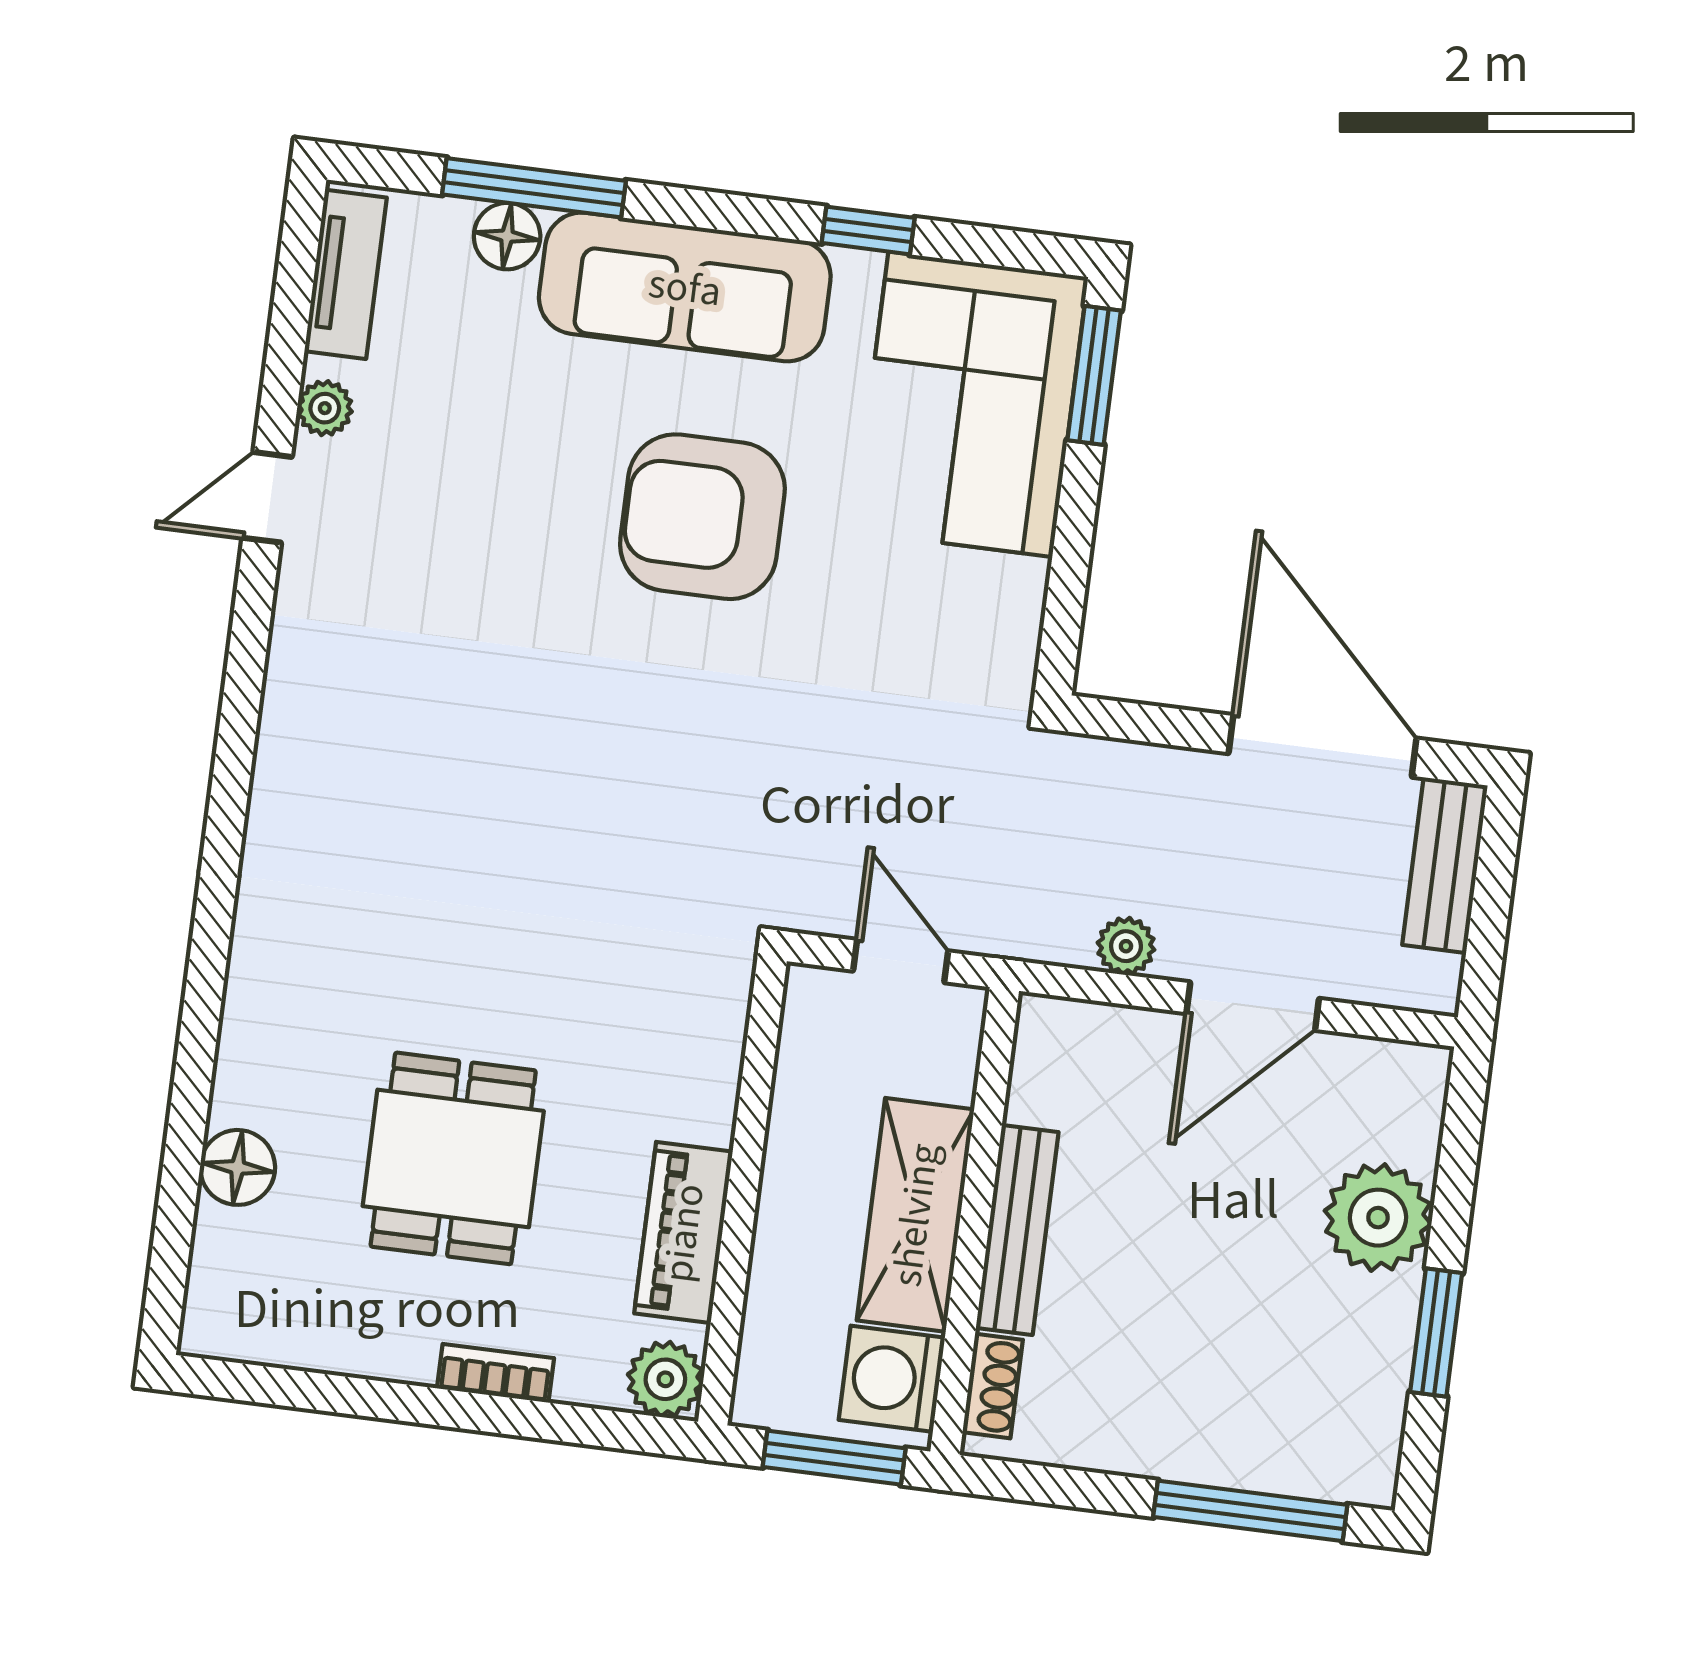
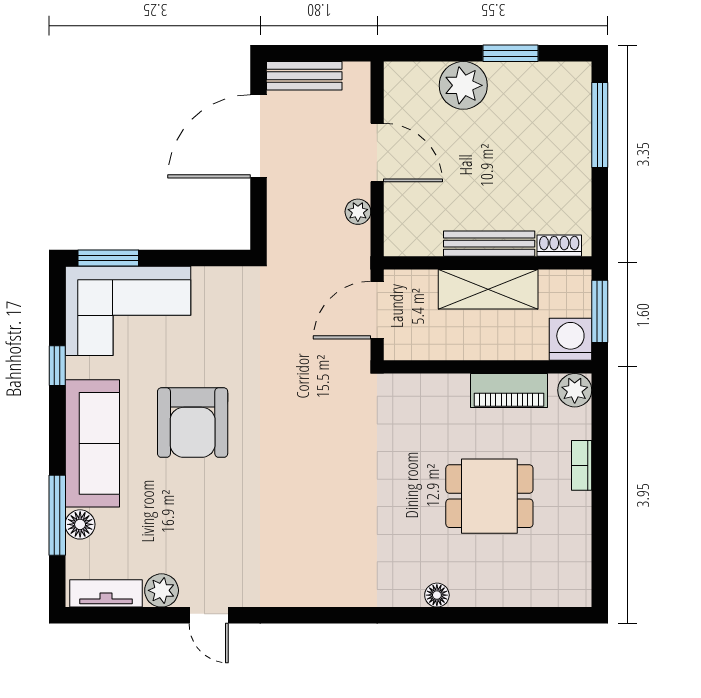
plant: (325, 408) -> (162, 590), width x1.38, depth x1.38
door: (901, 961) -> (377, 310), width x1.38
floor lamp: (238, 1167) -> (437, 595), moved, width x0.73, depth x0.73
washing machine: (892, 1379) -> (570, 339), moved, turned 180

